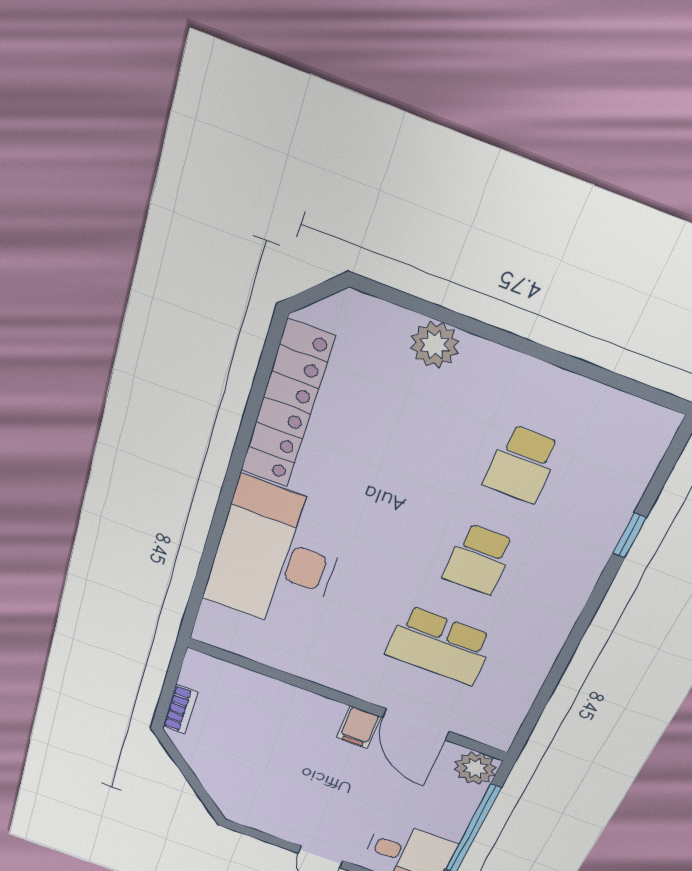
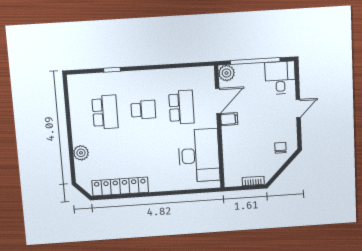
school desk: (522, 465) -> (105, 112), width x1.85
desk: (276, 557) -> (199, 156), moved, turned -90
chair: (242, 791) -> (280, 148), added

